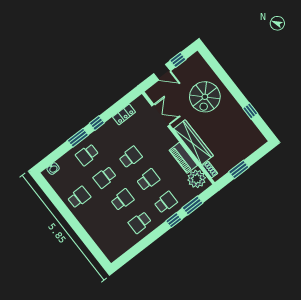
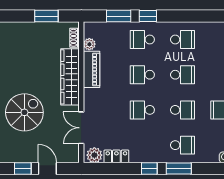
plant: (139, 104) -> (94, 155), added
plant: (197, 179) -> (89, 44), width x0.53, depth x0.53
school desk: (122, 200) -> (183, 75), turned 180

